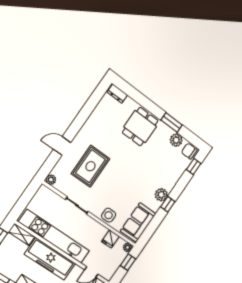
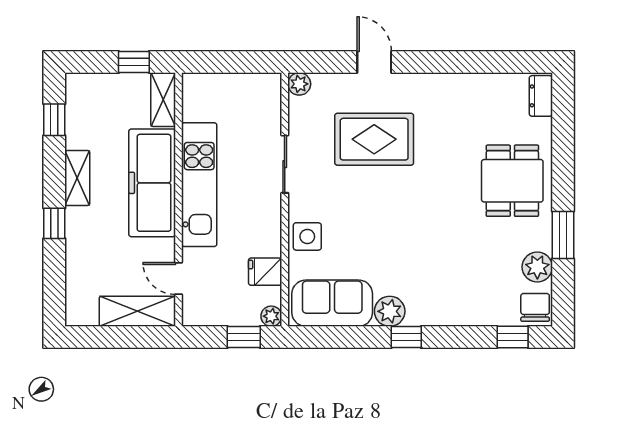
dining table: (140, 127) -> (512, 181), turned 90
plant: (161, 195) -> (390, 311), moved
kitchen unit: (54, 236) -> (199, 185), width x0.73

